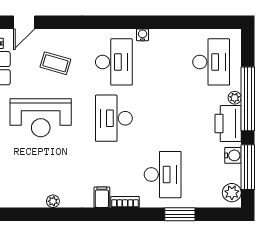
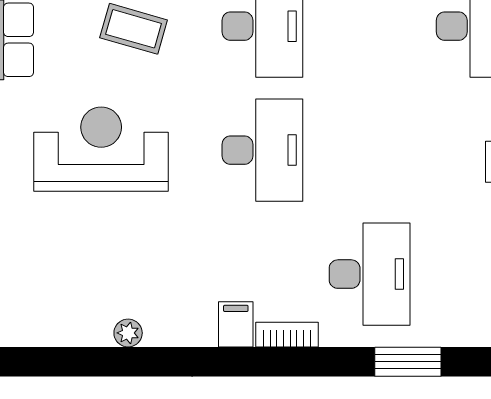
reception desk: (41, 118) -> (101, 149), turned 180
desk: (114, 118) -> (262, 150), turned 180

